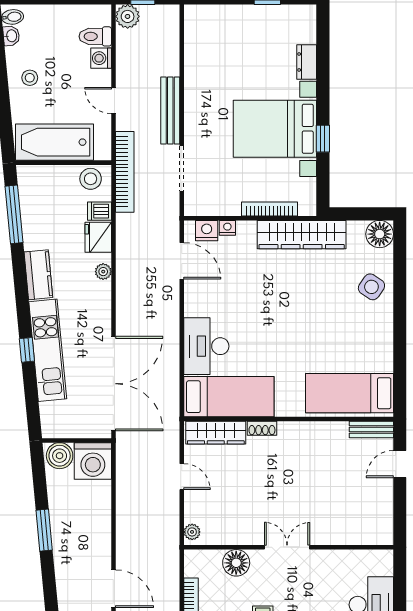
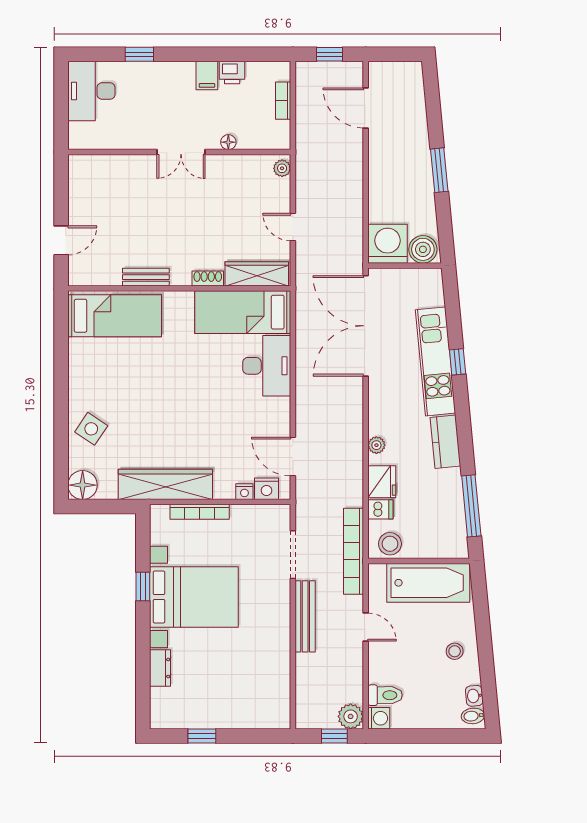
washing machine: (101, 58) -> (379, 718), moved
bench: (371, 430) -> (146, 277), moved
floor lamp: (236, 563) -> (228, 142), width x0.53, depth x0.53

